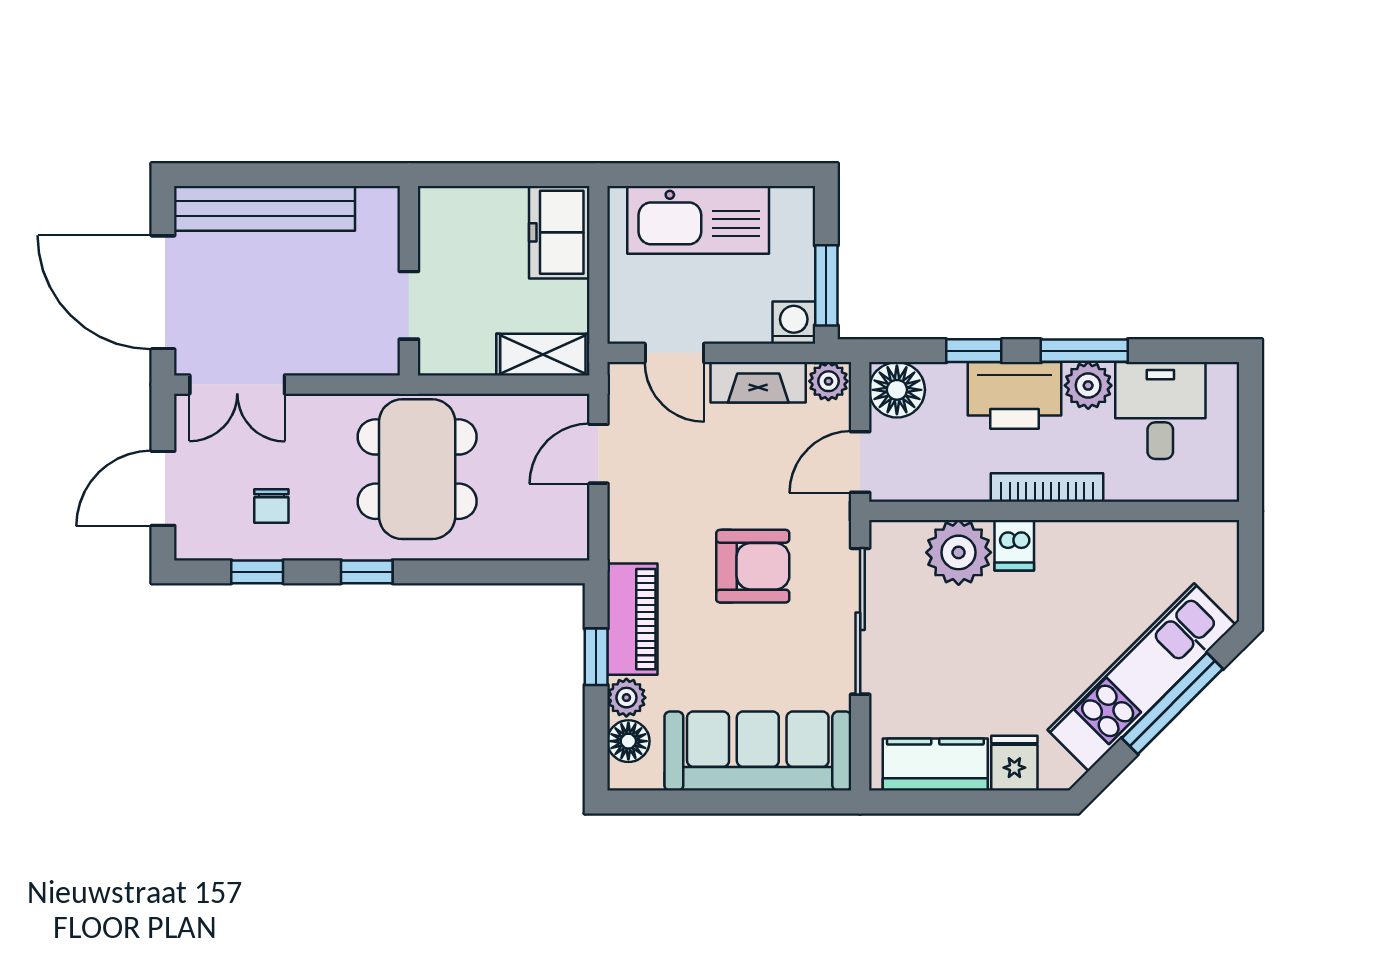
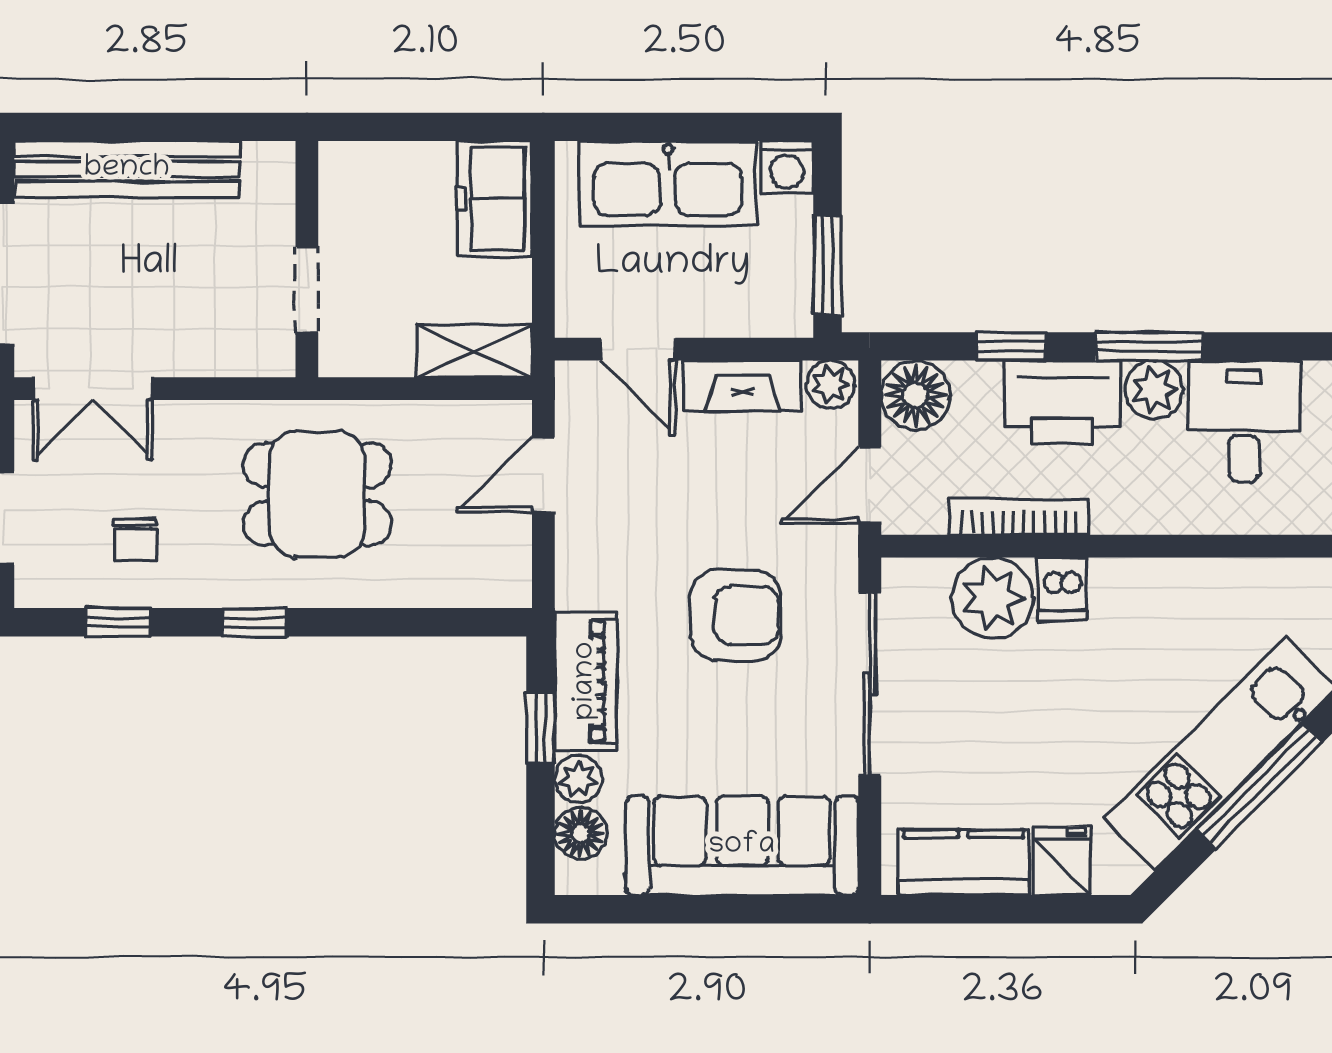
washing machine: (794, 323) -> (787, 167), moved, turned 180
dining table: (417, 469) -> (317, 494), width x0.73
bookcase: (1047, 488) -> (1019, 517), moved

